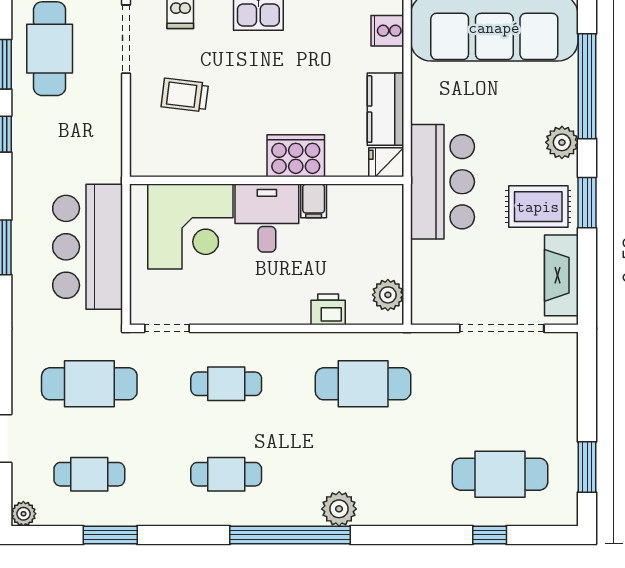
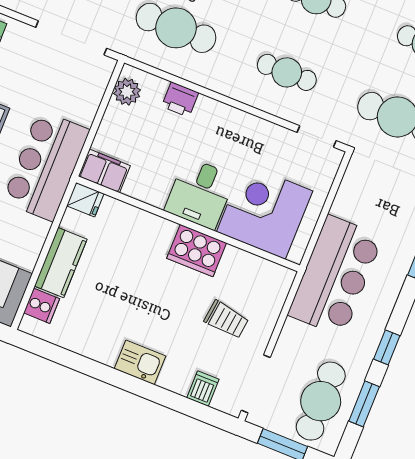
kitchen counter: (385, 109) -> (61, 263), moved
cooker: (296, 156) -> (197, 250), moved
filing cabinet: (314, 201) -> (104, 171), moved, width x2.00
bar counter: (88, 247) -> (335, 276), moved
doorway: (502, 328) -> (71, 38), moved

